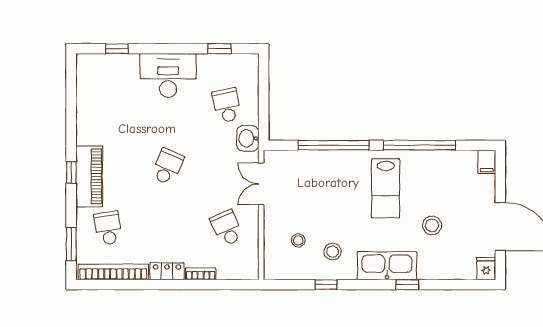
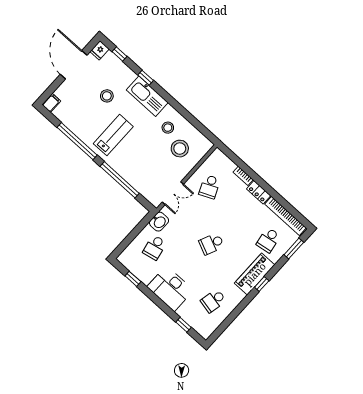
school desk: (108, 105) -> (213, 301), added
stool: (298, 240) -> (180, 149), width x1.89, depth x1.89
window: (326, 285) -> (120, 54), moved

